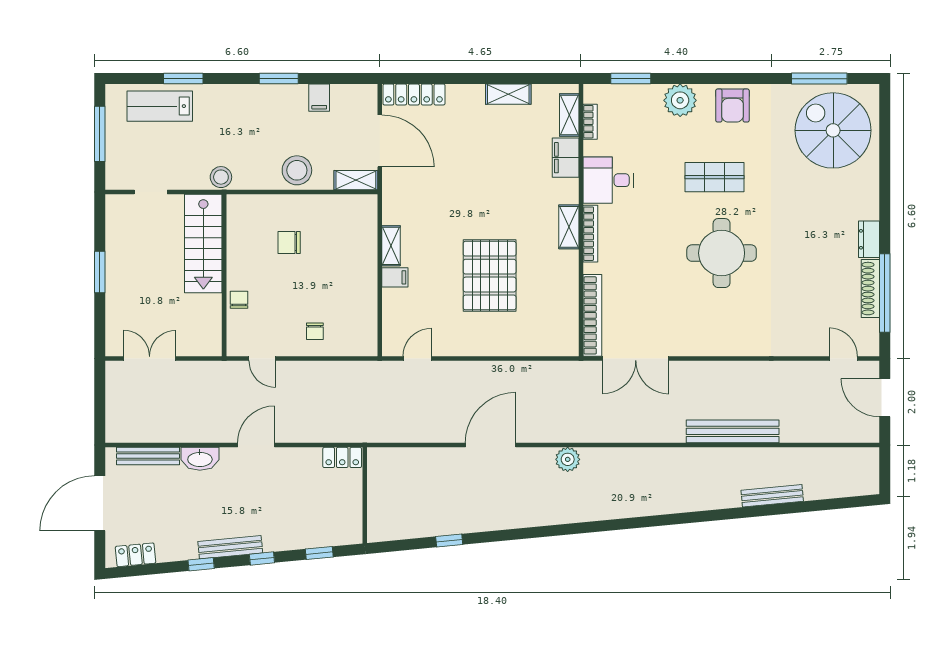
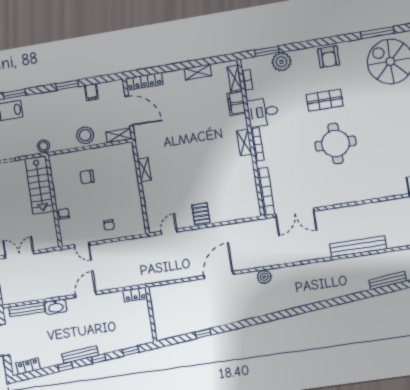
plant: (680, 100) -> (282, 62), moved
pallet: (490, 276) -> (201, 214), moved, width x0.49, depth x0.50
filing cabinet: (395, 277) -> (149, 187), removed

